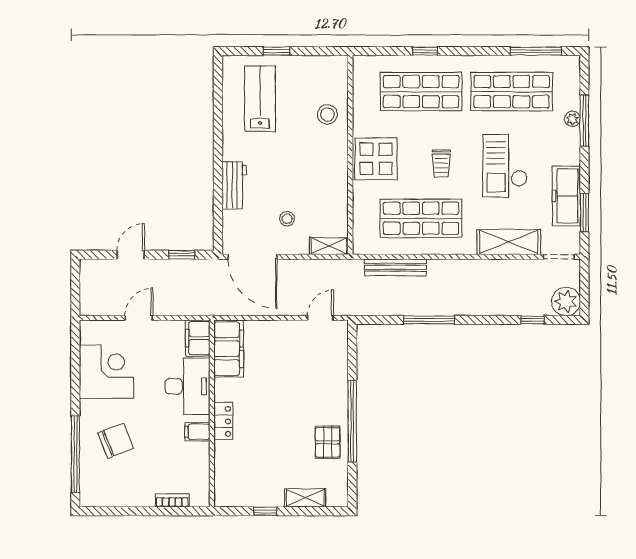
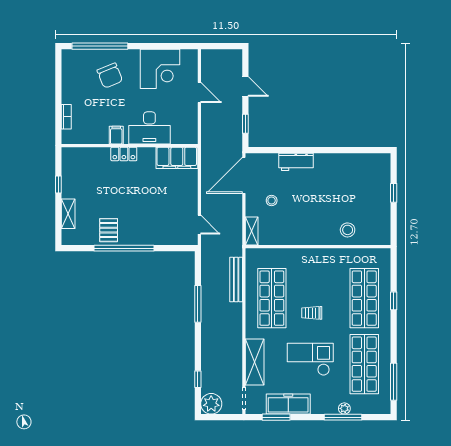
lab bench: (260, 99) -> (359, 181), removed
display table: (376, 159) -> (315, 265), removed
filing cabinet: (198, 338) -> (185, 135), removed
pallet: (328, 442) -> (109, 230), turned 90

